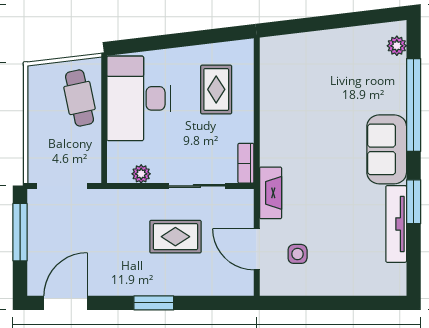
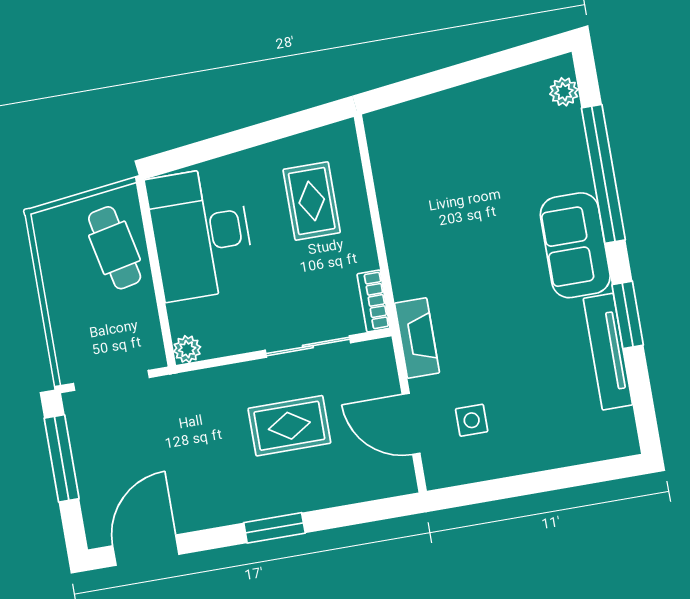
plant: (141, 174) -> (187, 349), moved

